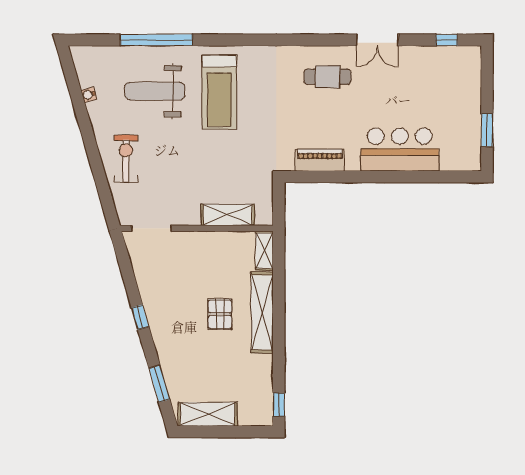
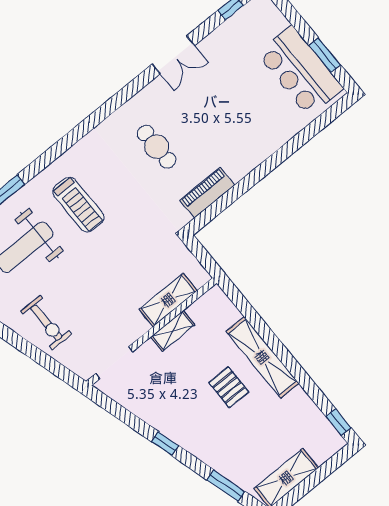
cafe table: (328, 77) -> (157, 147), moved, turned 90
treadmill: (219, 92) -> (78, 205), width x0.73, depth x0.73
bar counter: (400, 150) -> (300, 71), moved, turned -90
exercise bike: (126, 159) -> (46, 323), turned 180
shelving: (264, 251) -> (173, 331), moved, turned 90

